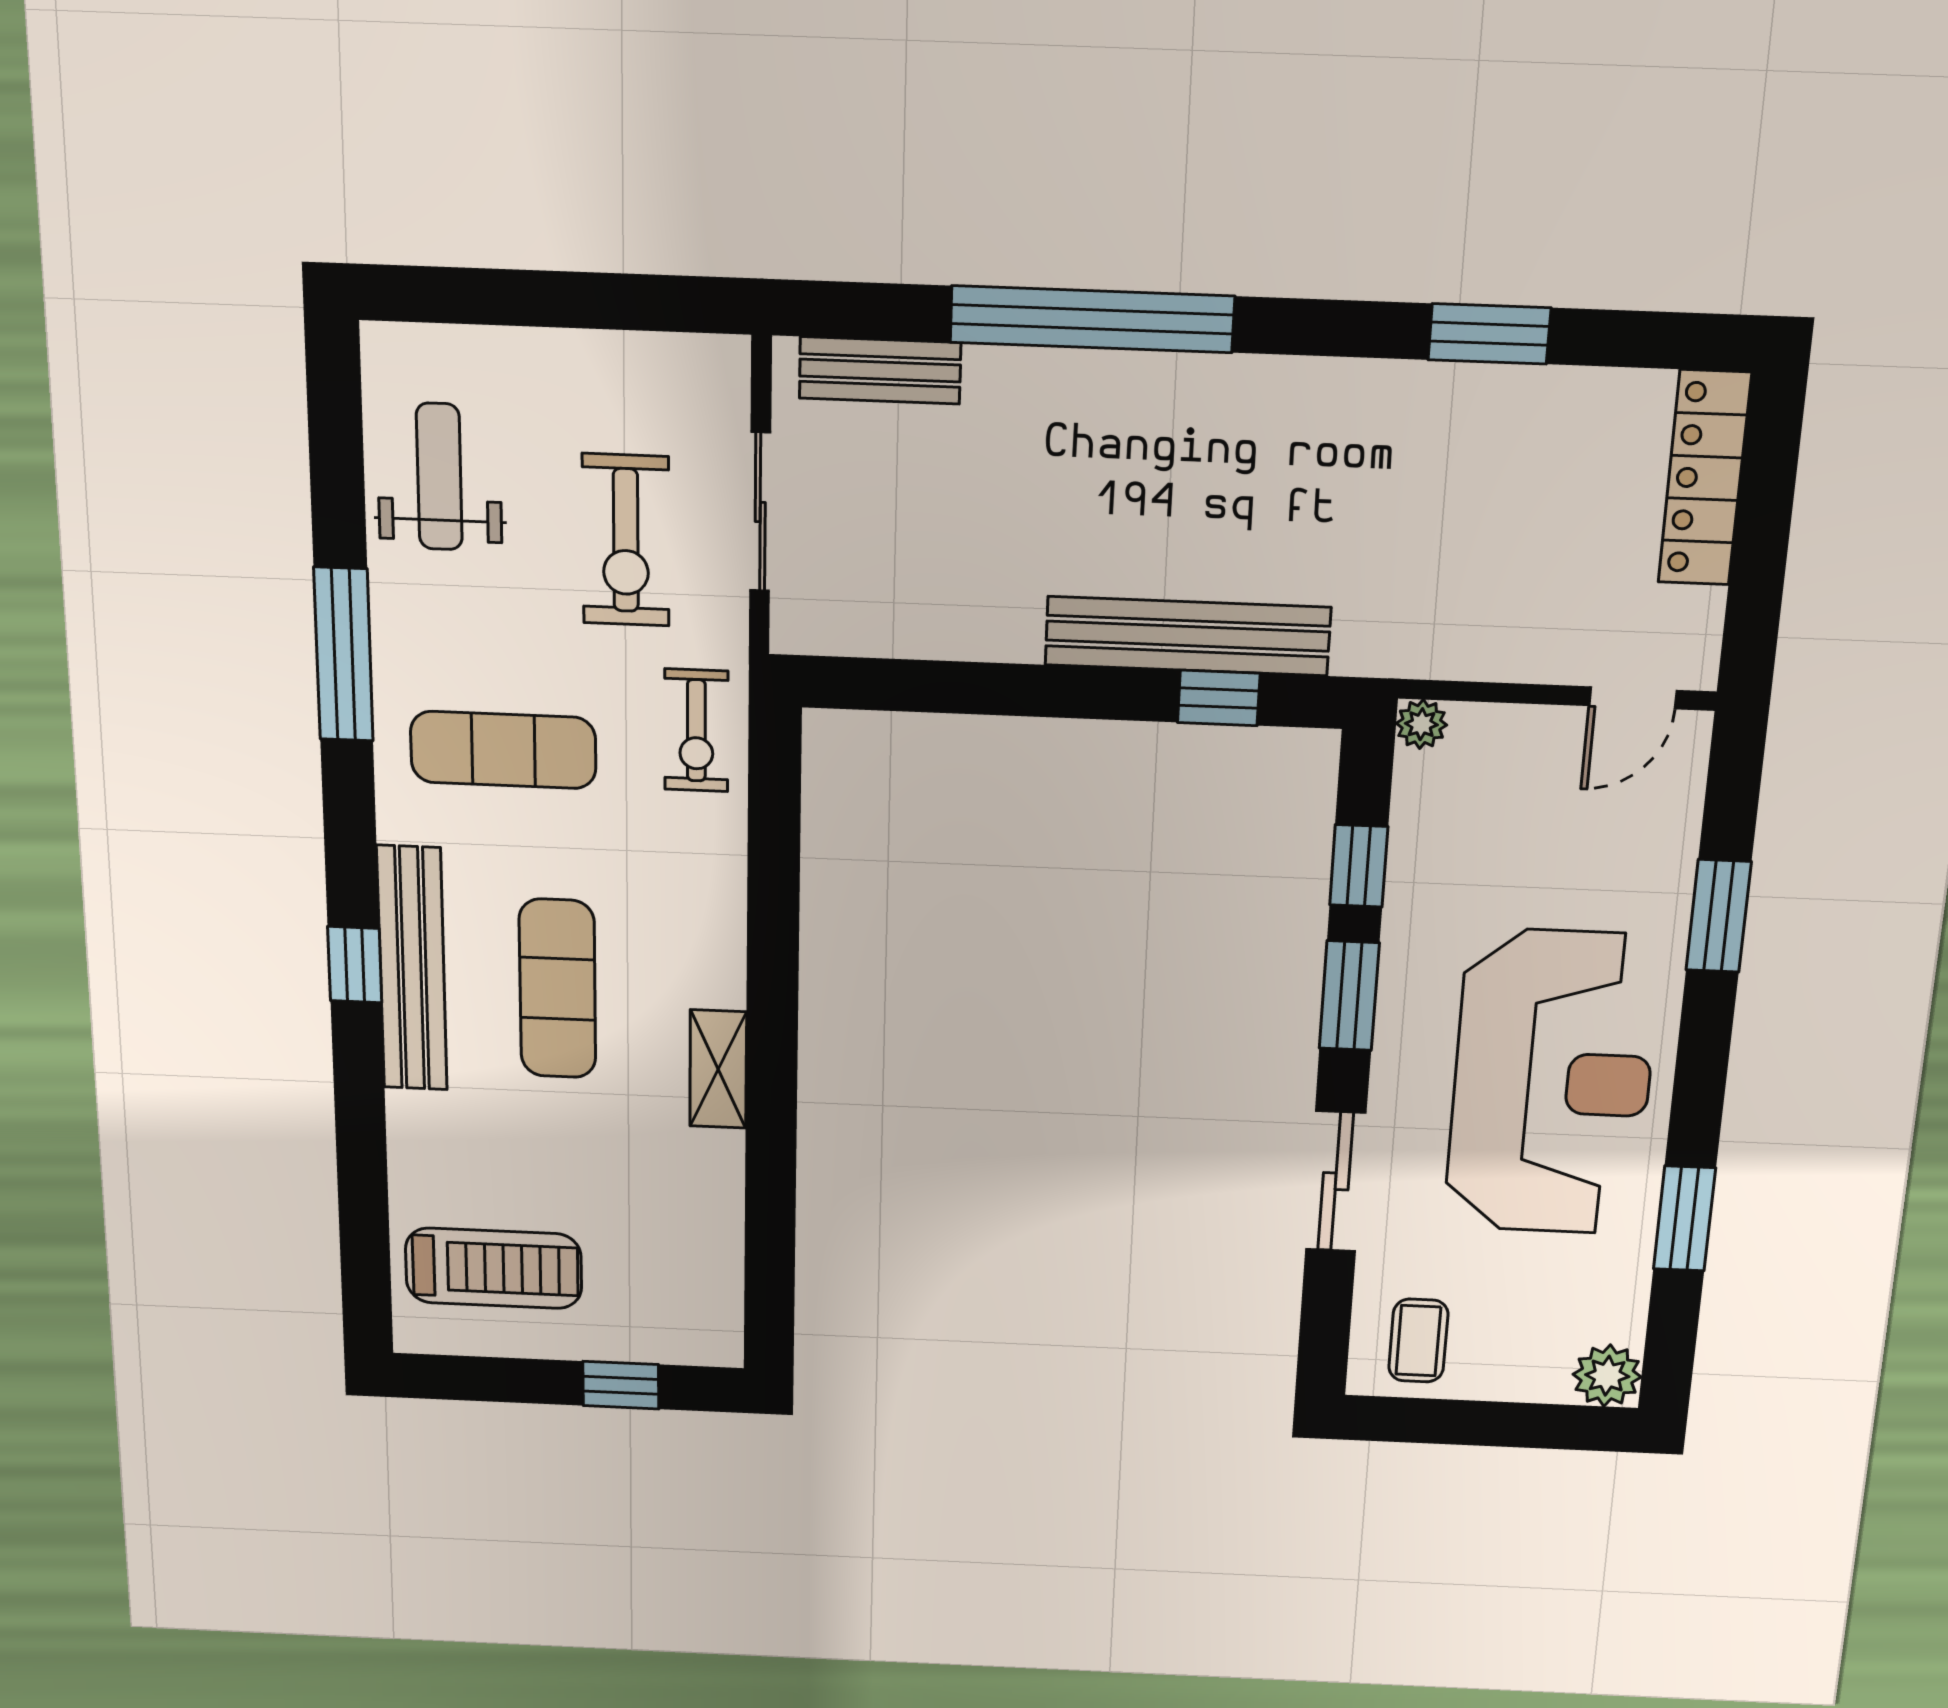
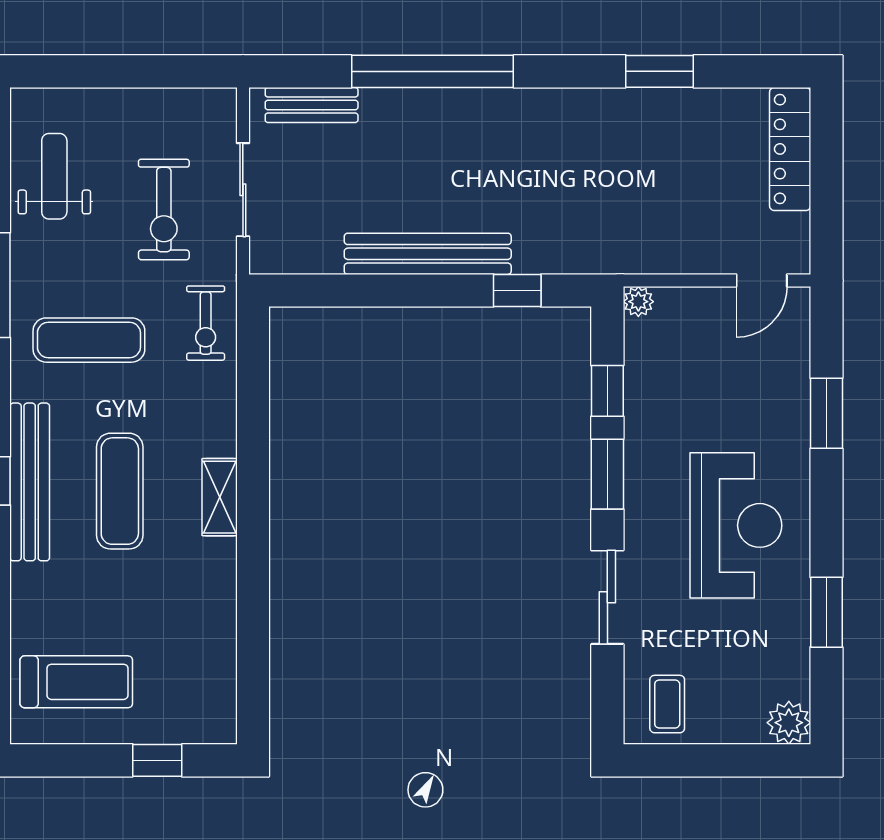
bench: (1188, 636) -> (428, 254), moved
shelving: (718, 1069) -> (220, 497), moved
reception desk: (1552, 1083) -> (736, 525), width x0.74, depth x0.77

